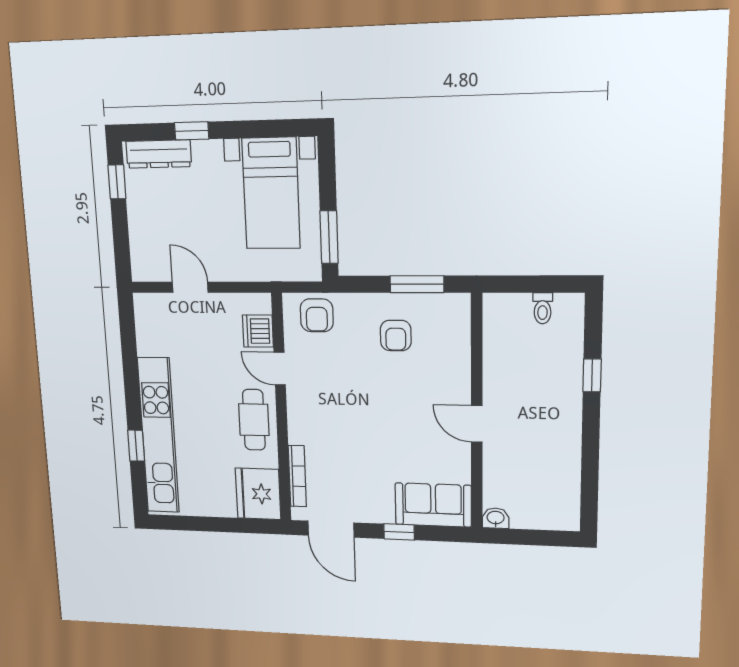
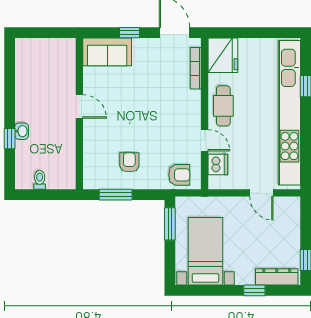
armchair: (317, 315) -> (179, 175), turned 90
kitchen unit: (158, 436) -> (289, 113), width x1.36
washbasin: (496, 518) -> (22, 131), moved, turned -90

